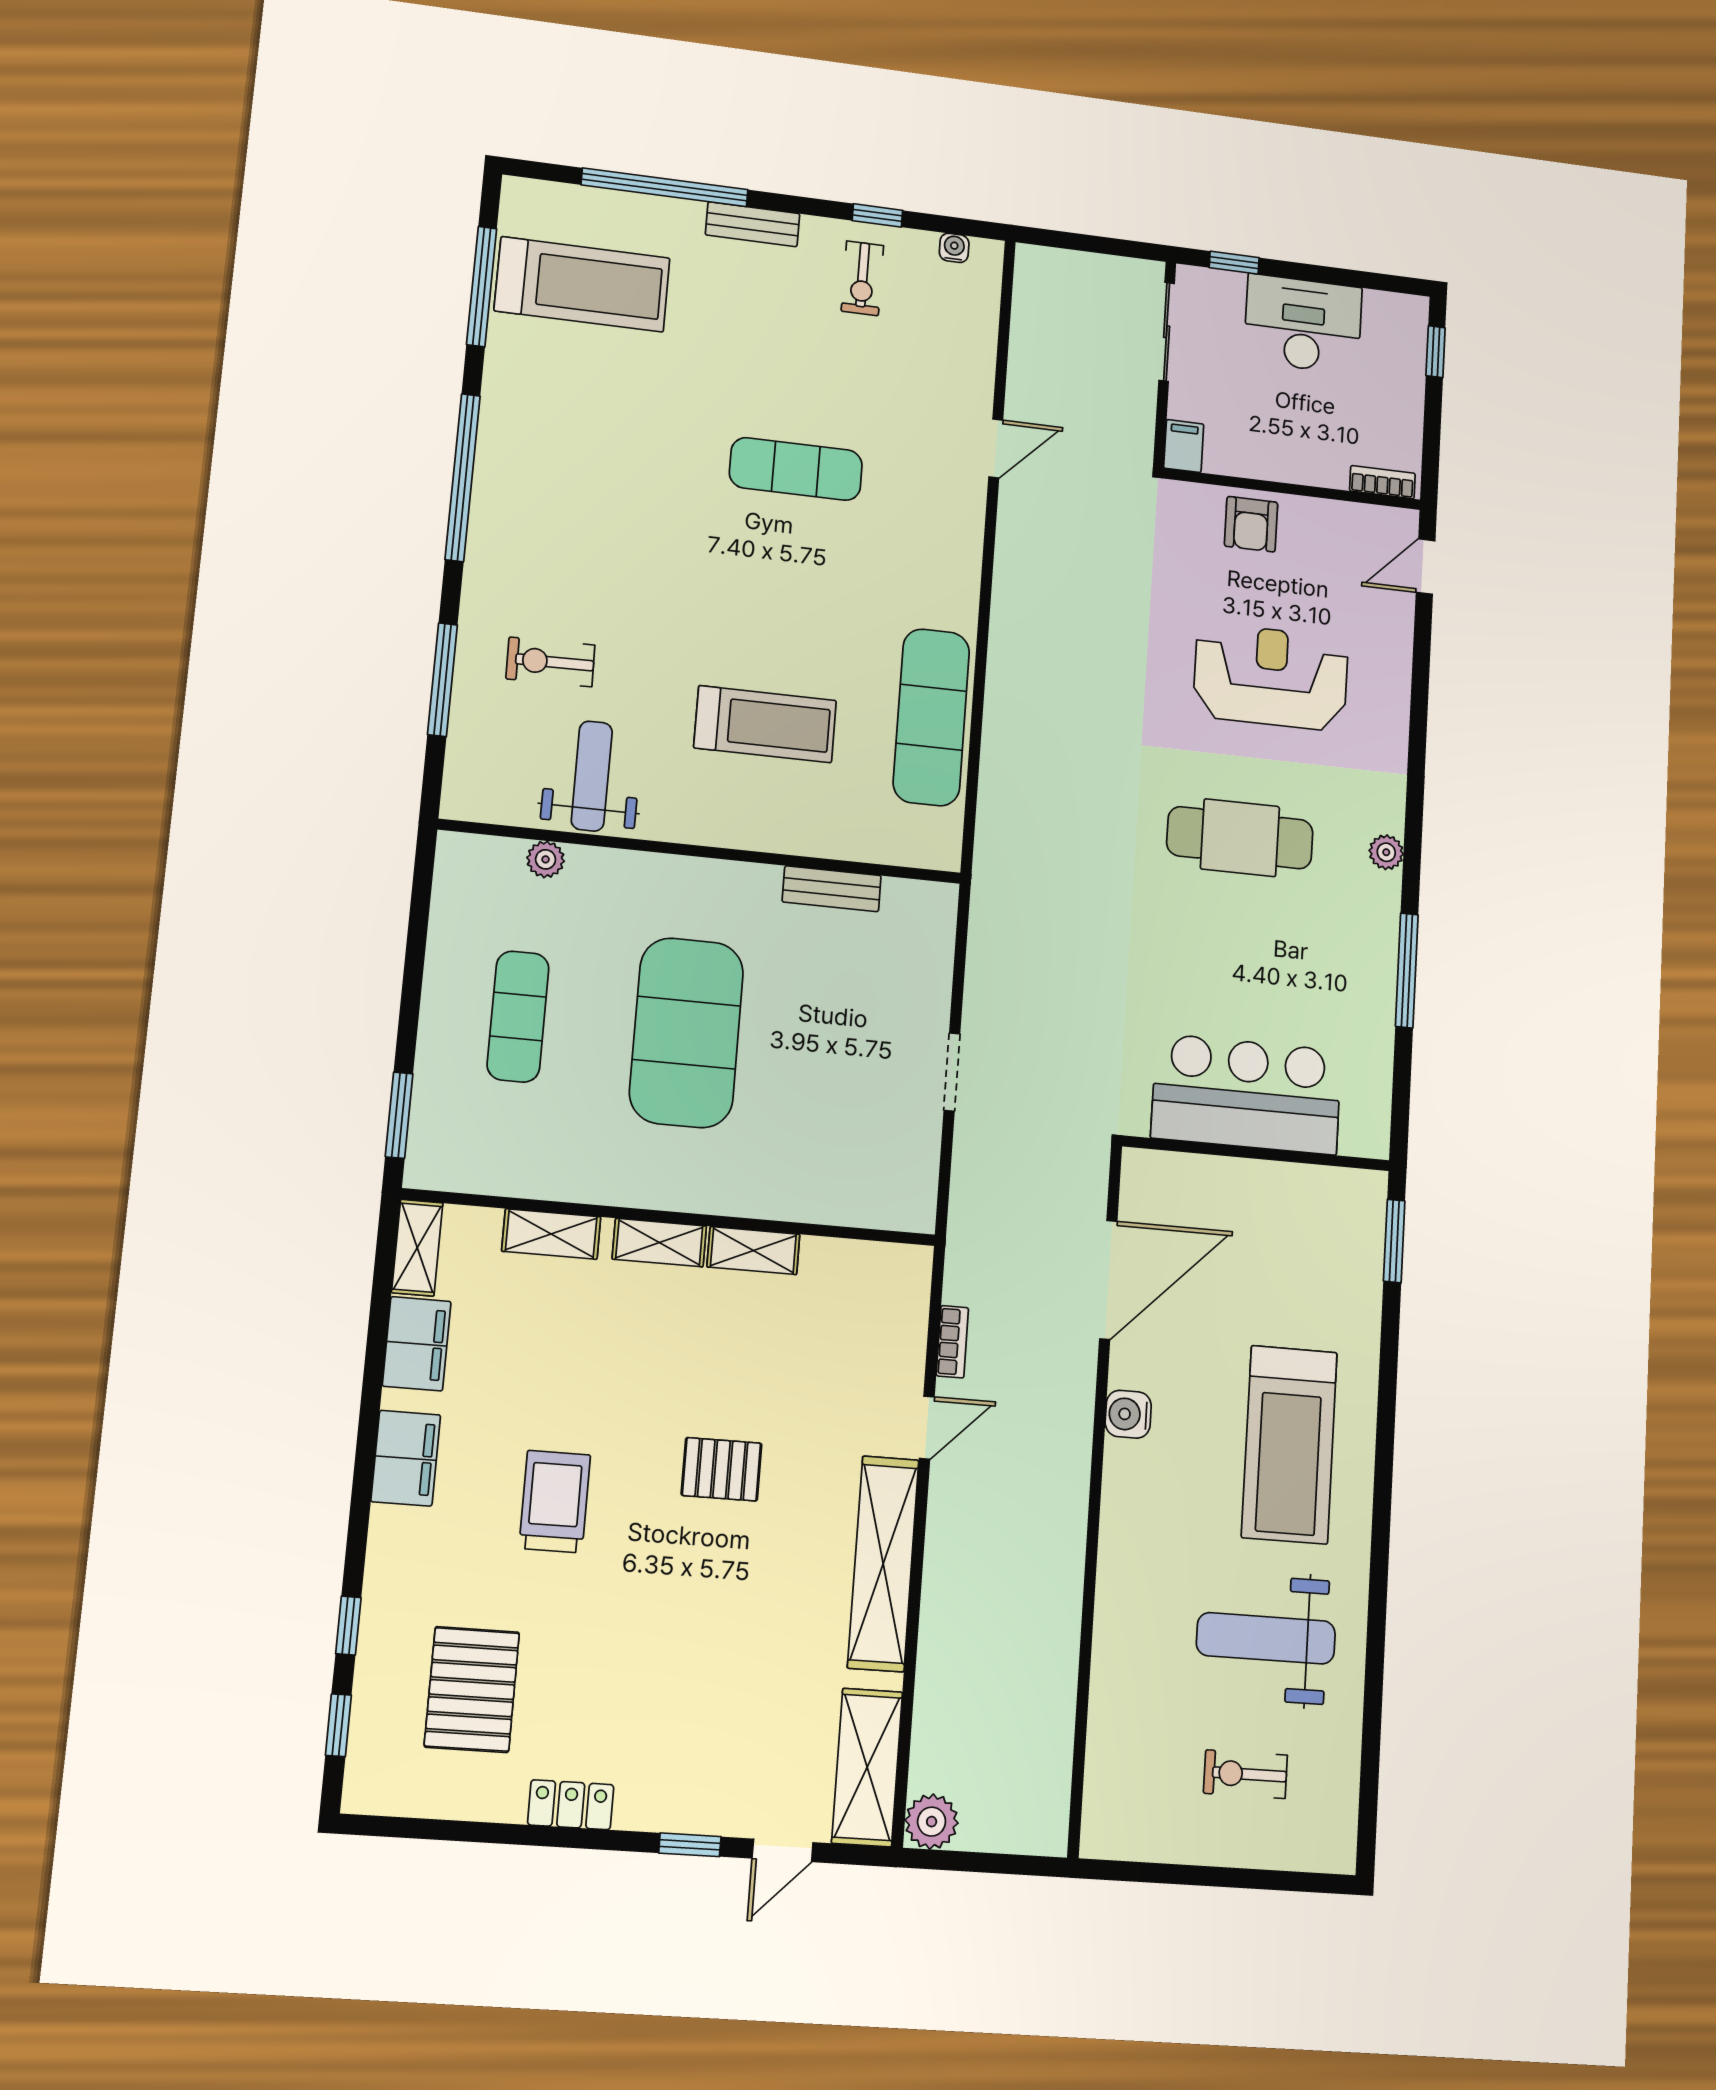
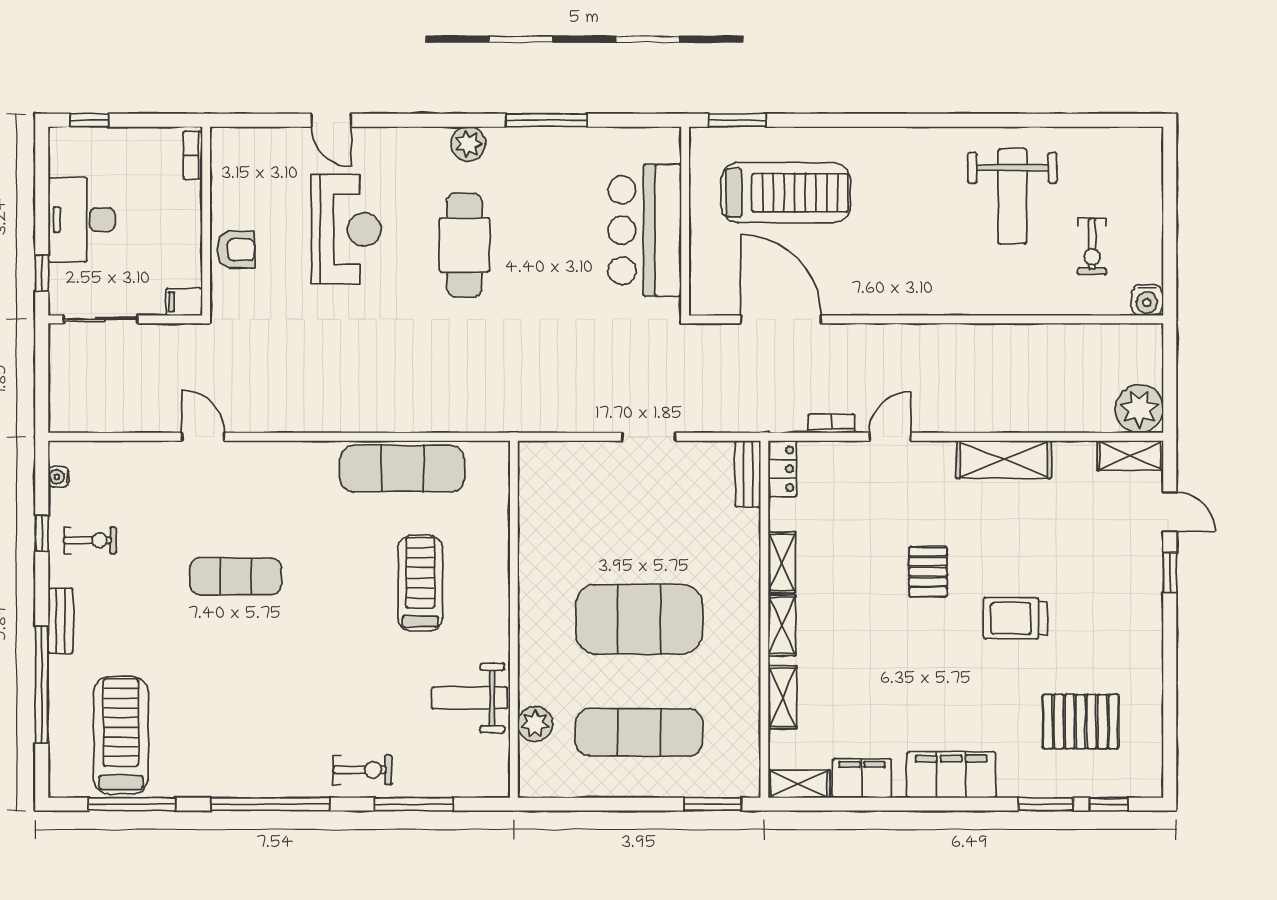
exercise mat: (796, 469) -> (236, 576), turned 90
door: (1426, 567) -> (331, 120), moved
exercise bike: (550, 662) -> (363, 770), moved, turned -89
reception desk: (1271, 677) -> (346, 229), turned 180
plant: (1386, 852) -> (468, 144), width x1.38, depth x1.38
plant: (546, 859) -> (535, 724), width x1.38, depth x1.38
bench: (832, 889) -> (748, 474), moved
exercise mat: (518, 1017) -> (639, 732), width x1.36, depth x1.45
water cooler: (1128, 1414) -> (1147, 300), moved
door: (927, 1428) -> (890, 437), hinge flipped
treadmill: (1289, 1445) -> (786, 193), moved
filing cabinet: (406, 1458) -> (951, 775), width x1.50, depth x1.17
trolley: (555, 1502) -> (1015, 618), moved
shelving: (883, 1564) -> (1004, 460), width x0.68
window: (348, 1626) -> (1046, 804), width x1.50
shelving: (867, 1767) -> (1130, 455), width x0.67, depth x0.75
exercise bike: (1245, 1774) -> (1092, 247), moved
locker: (571, 1805) -> (782, 469), moved, turned 180
plant: (932, 1822) -> (1139, 409), width x1.36, depth x1.36

